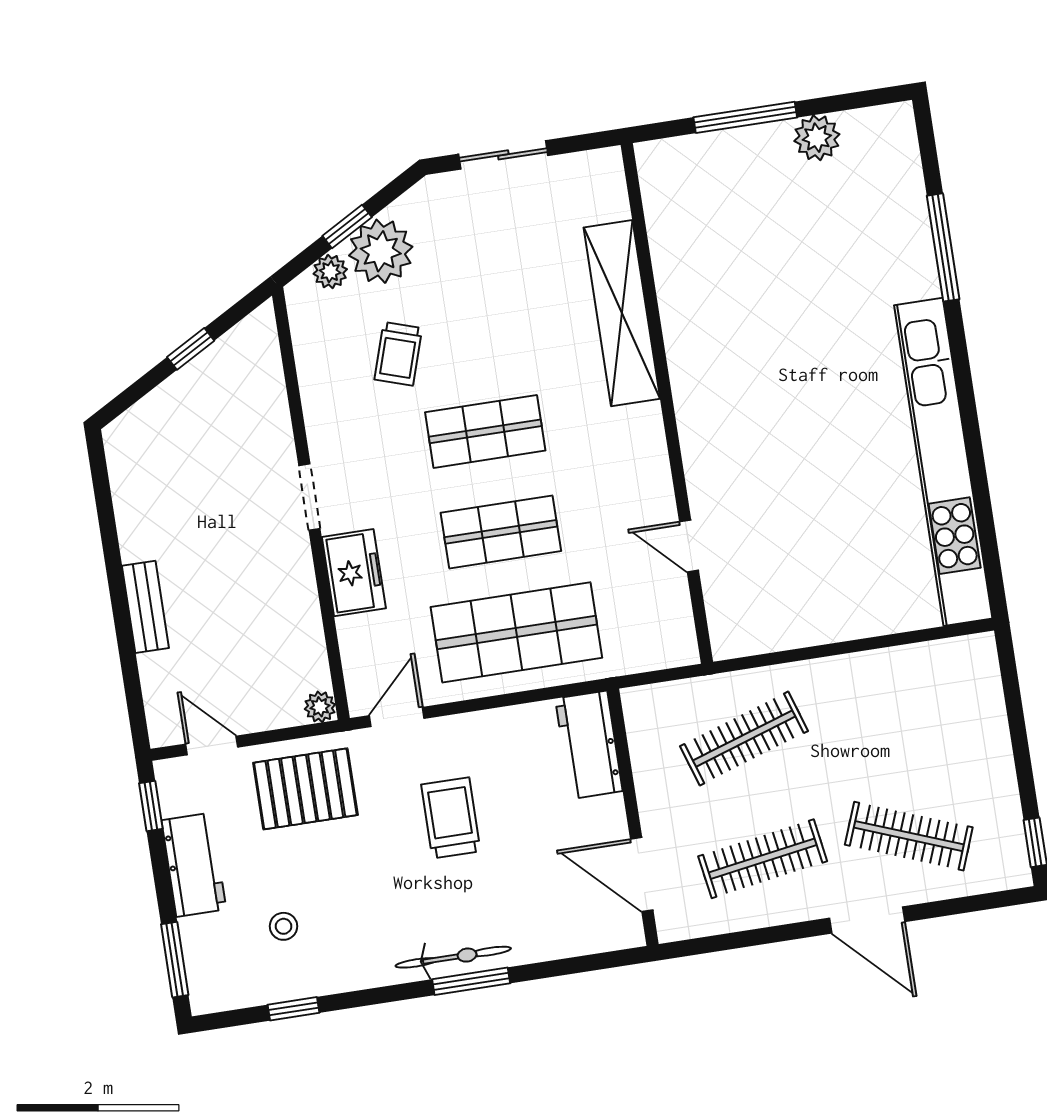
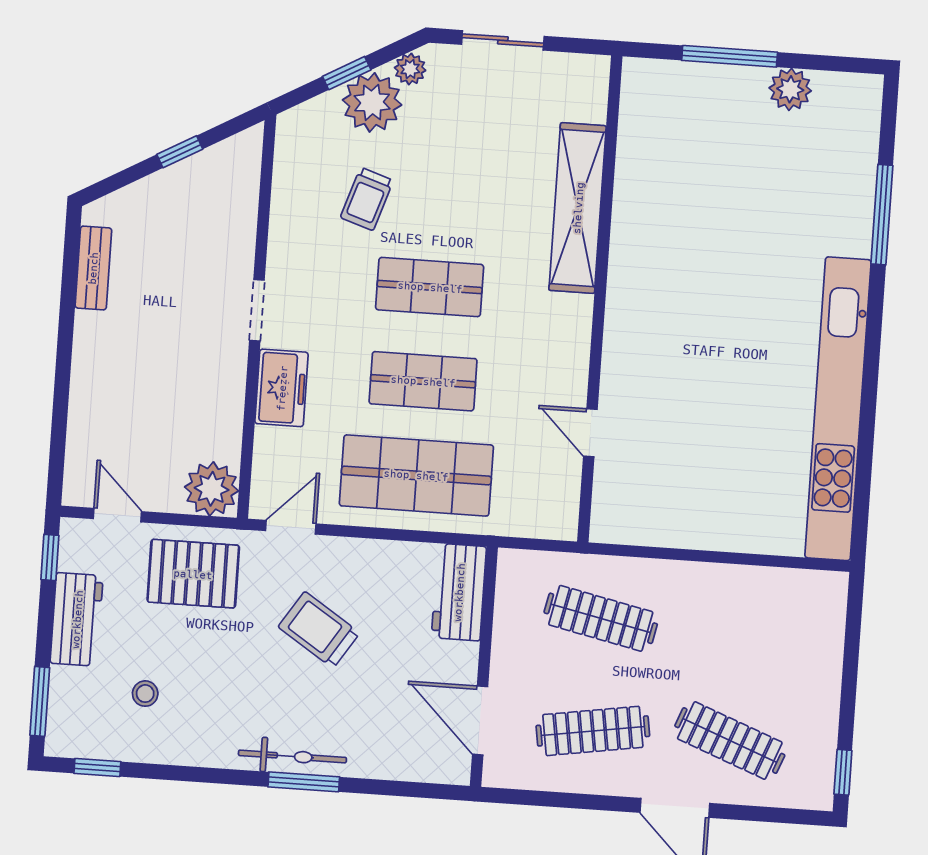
plant: (330, 272) -> (410, 69), moved
bench: (145, 607) -> (93, 268), moved
plant: (320, 707) -> (212, 489), width x1.88, depth x1.88
clothes rail: (744, 739) -> (601, 618), turned 30
trolley: (451, 818) -> (319, 630), turned -57
window: (293, 1009) -> (97, 767), moved

